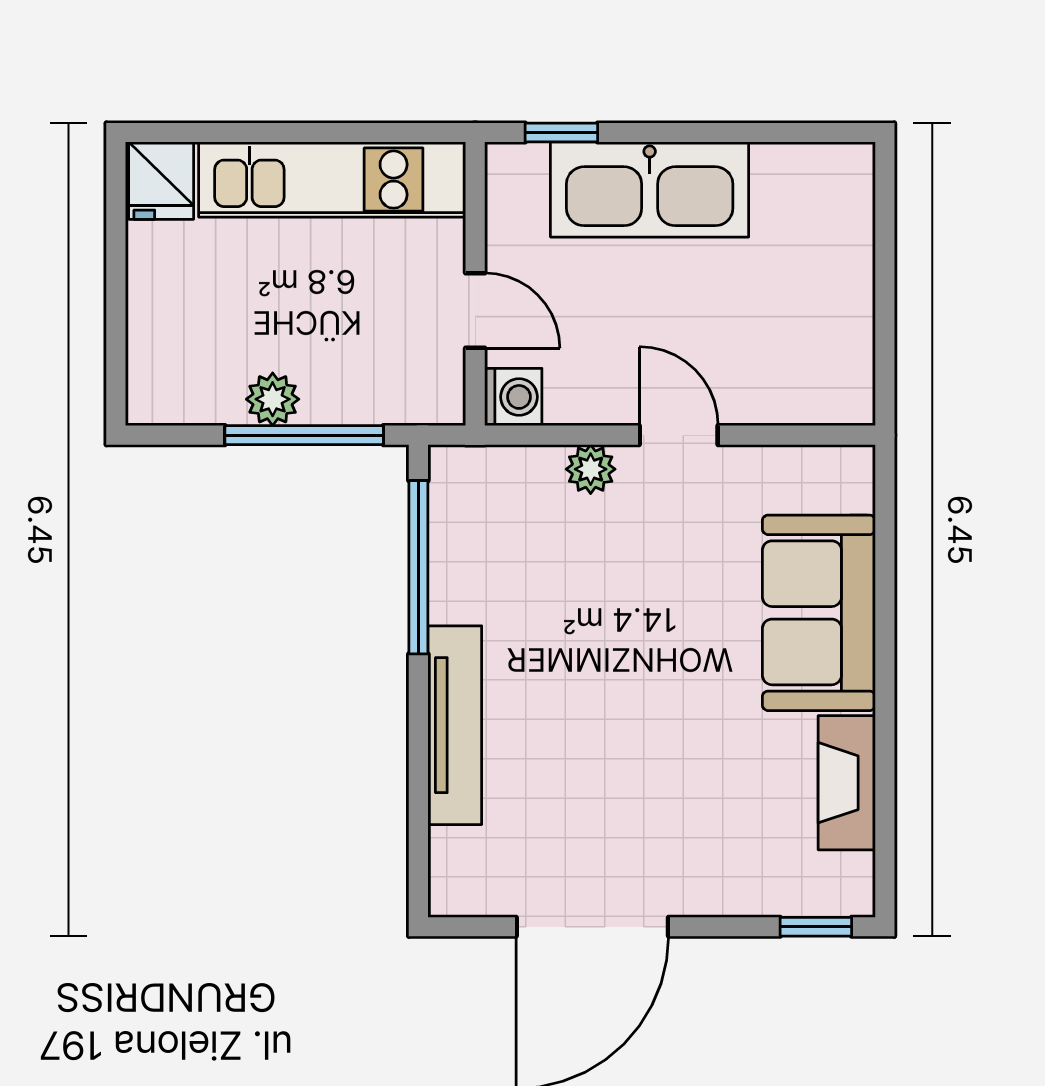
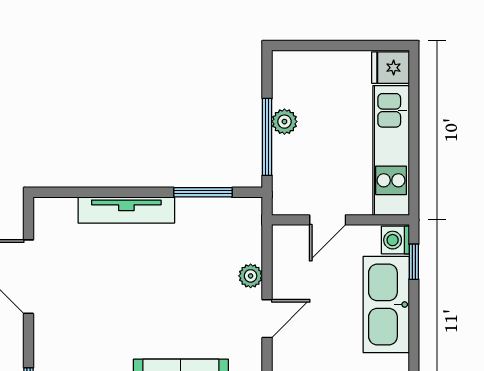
washing machine: (513, 397) -> (395, 240), moved, turned 90
window: (418, 567) -> (203, 192), width x0.69

